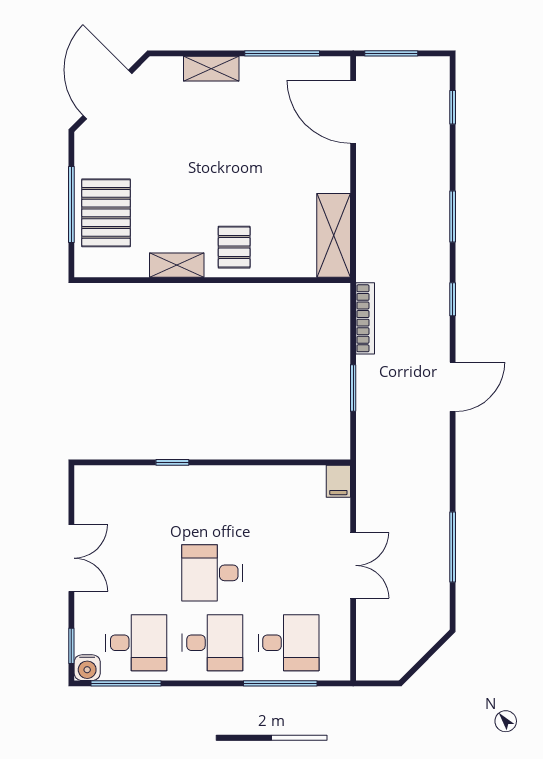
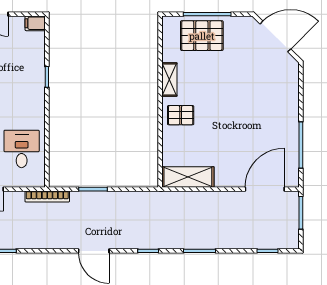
shelving: (211, 69) -> (291, 101), removed
bookcase: (365, 318) -> (47, 197), moved
filing cabinet: (338, 481) -> (35, 23), moved
desk: (288, 503) -> (22, 149), added

